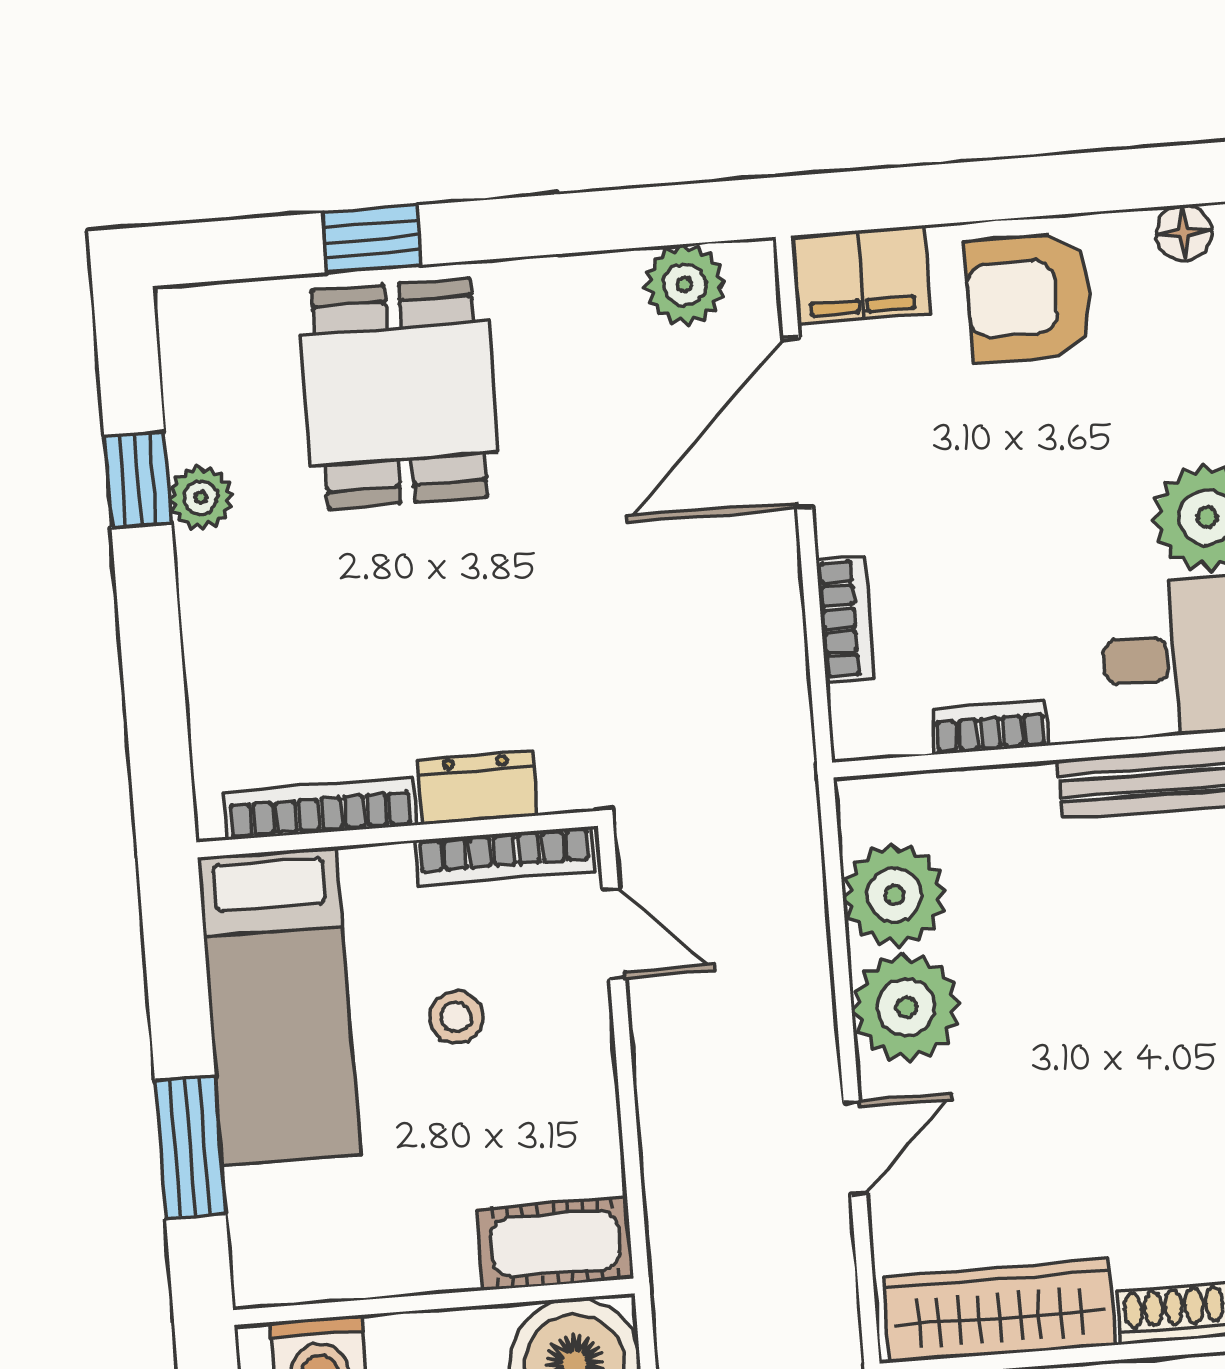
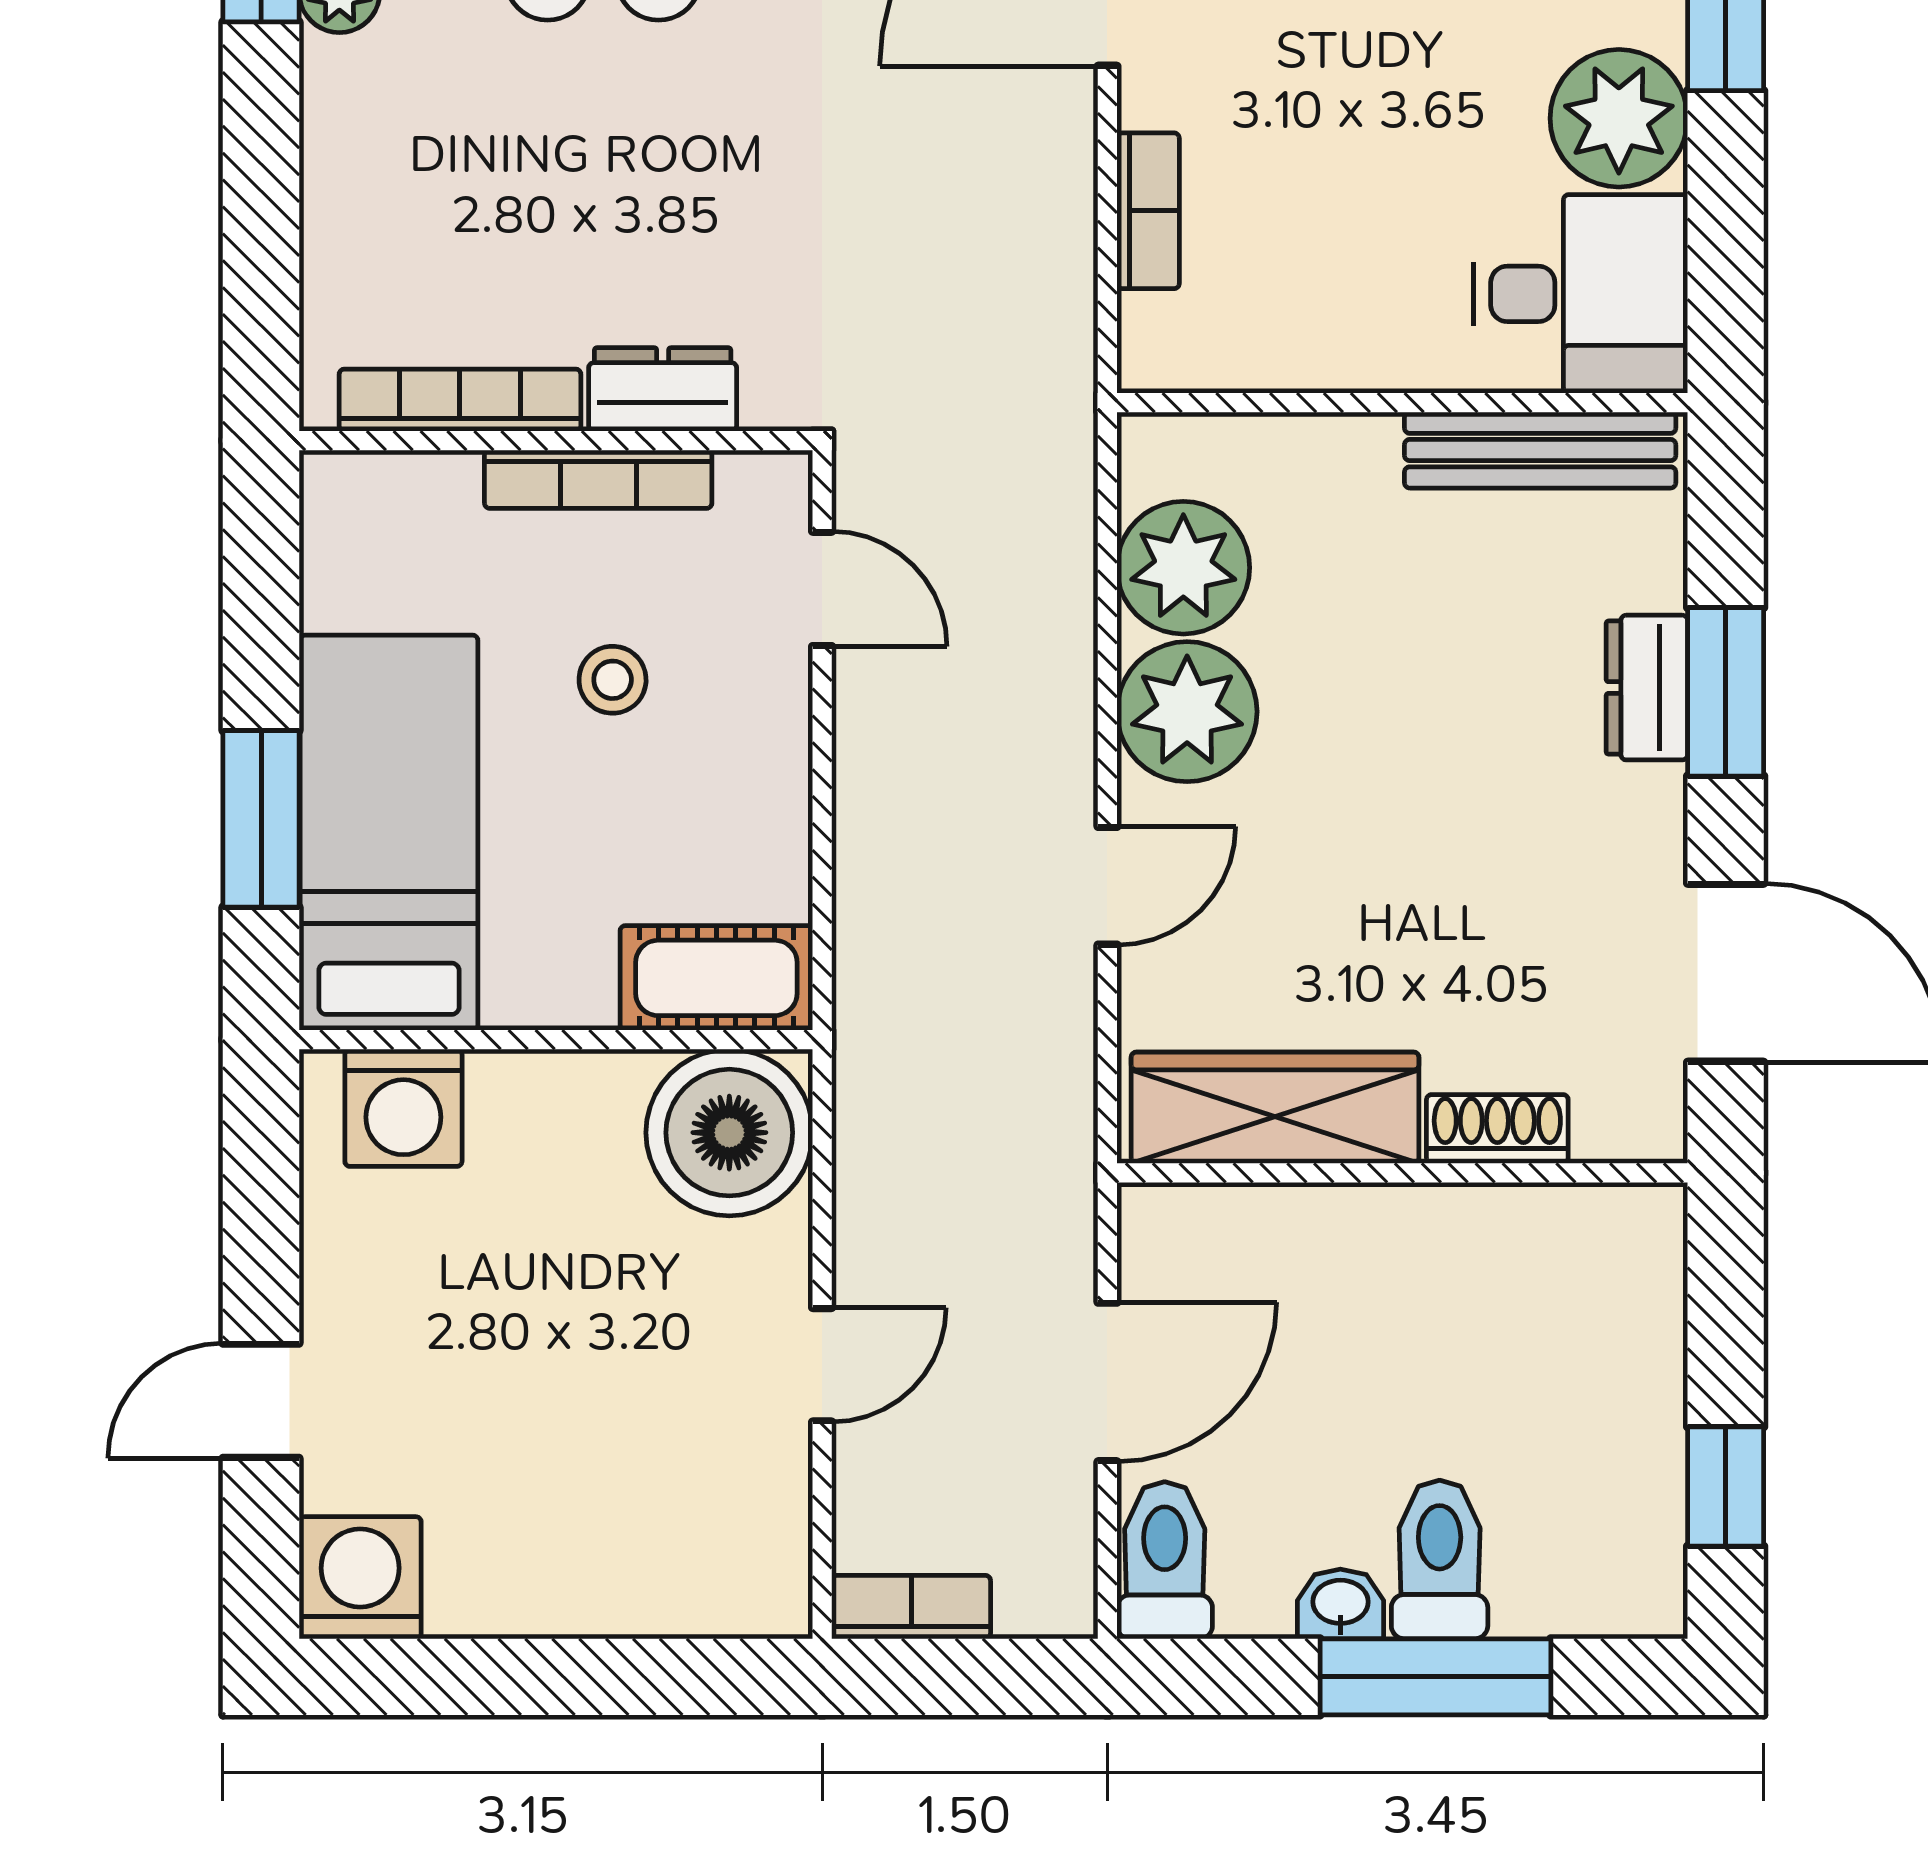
bookcase: (990, 727) -> (1322, 364), removed
bookcase: (505, 856) -> (598, 479), moved
bed: (279, 1006) -> (389, 833), moved, turned 180

